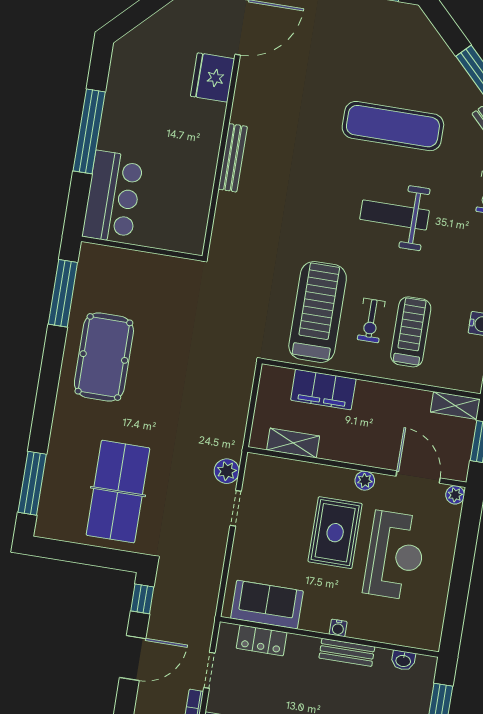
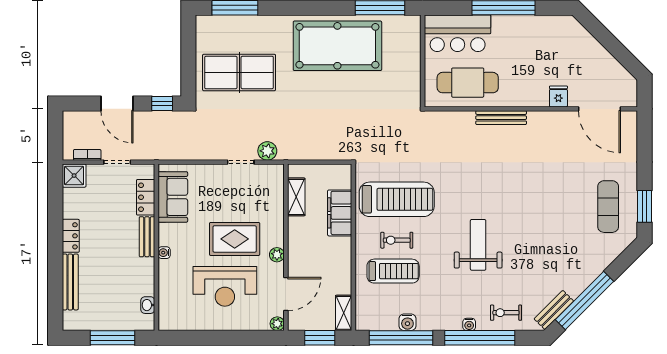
fridge: (212, 77) -> (558, 96), width x0.53, depth x0.75
exercise mat: (393, 126) -> (608, 207), moved, width x0.73, depth x0.69
cafe table: (180, 194) -> (468, 83), added
pool table: (104, 357) -> (337, 46), width x1.36, depth x1.32
bench: (347, 652) -> (147, 237), moved

